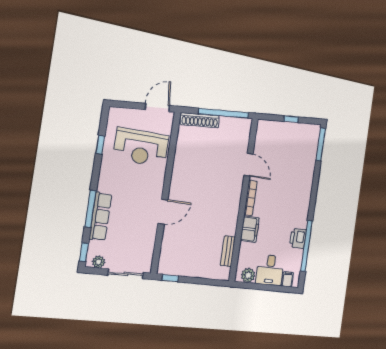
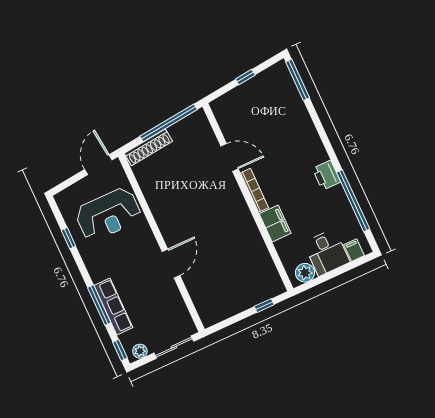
printer: (298, 238) -> (327, 175), moved
bench: (228, 251) -> (266, 261), removed
window: (170, 278) -> (264, 306), moved

